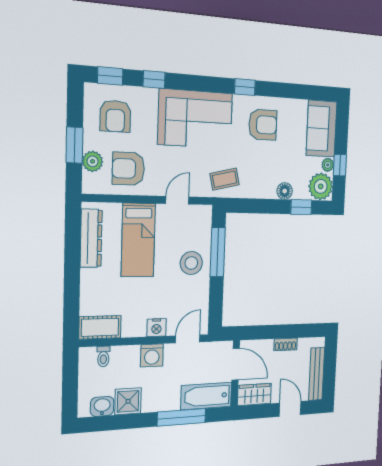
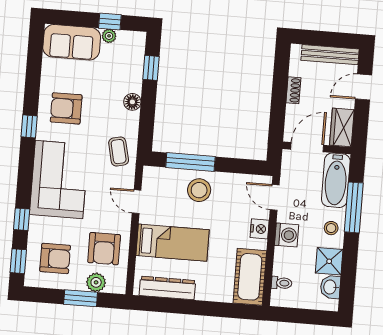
armchair: (263, 125) -> (66, 108), turned -90
plant: (321, 186) -> (131, 45), removed
floor lamp: (285, 191) -> (132, 102), moved
cot: (100, 327) -> (250, 277), width x1.37, depth x1.34
stool: (161, 398) -> (331, 228), added

